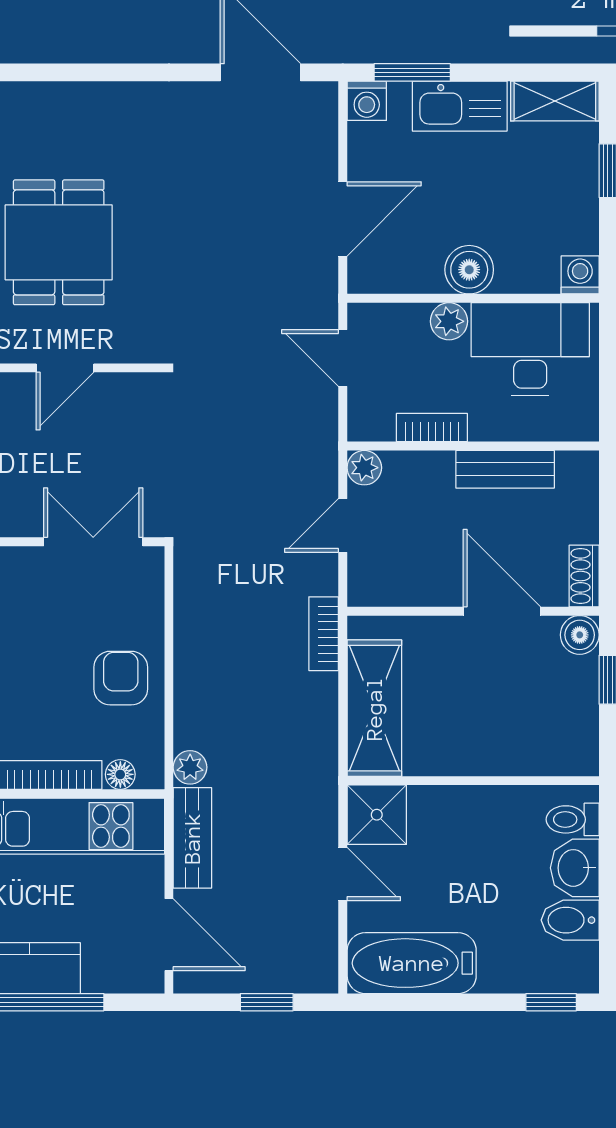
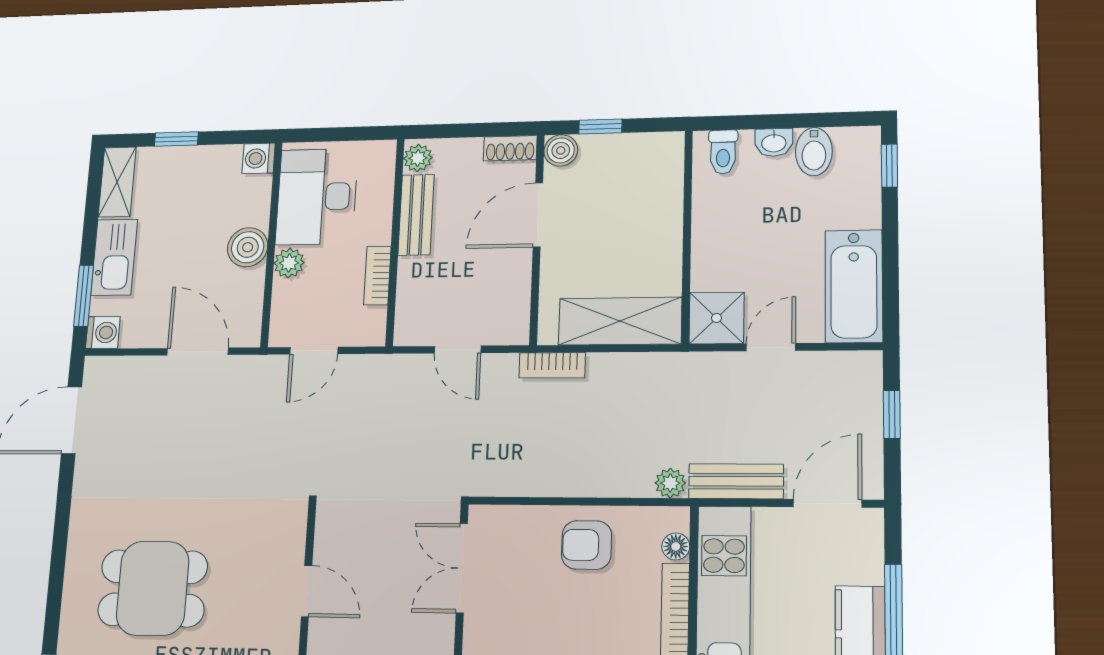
dining table: (59, 242) -> (153, 588), moved
plant: (364, 468) -> (418, 158), moved
washbasin: (575, 868) -> (774, 142), width x0.72, depth x0.69

